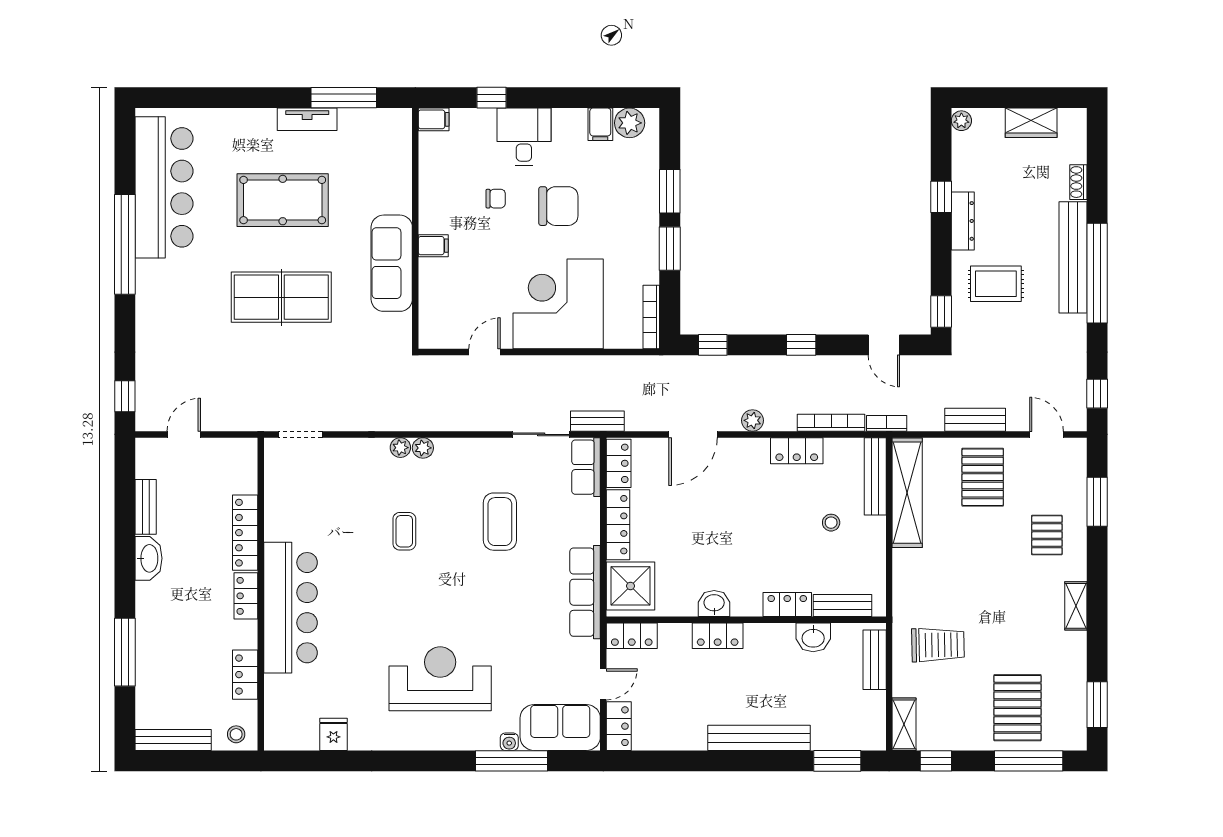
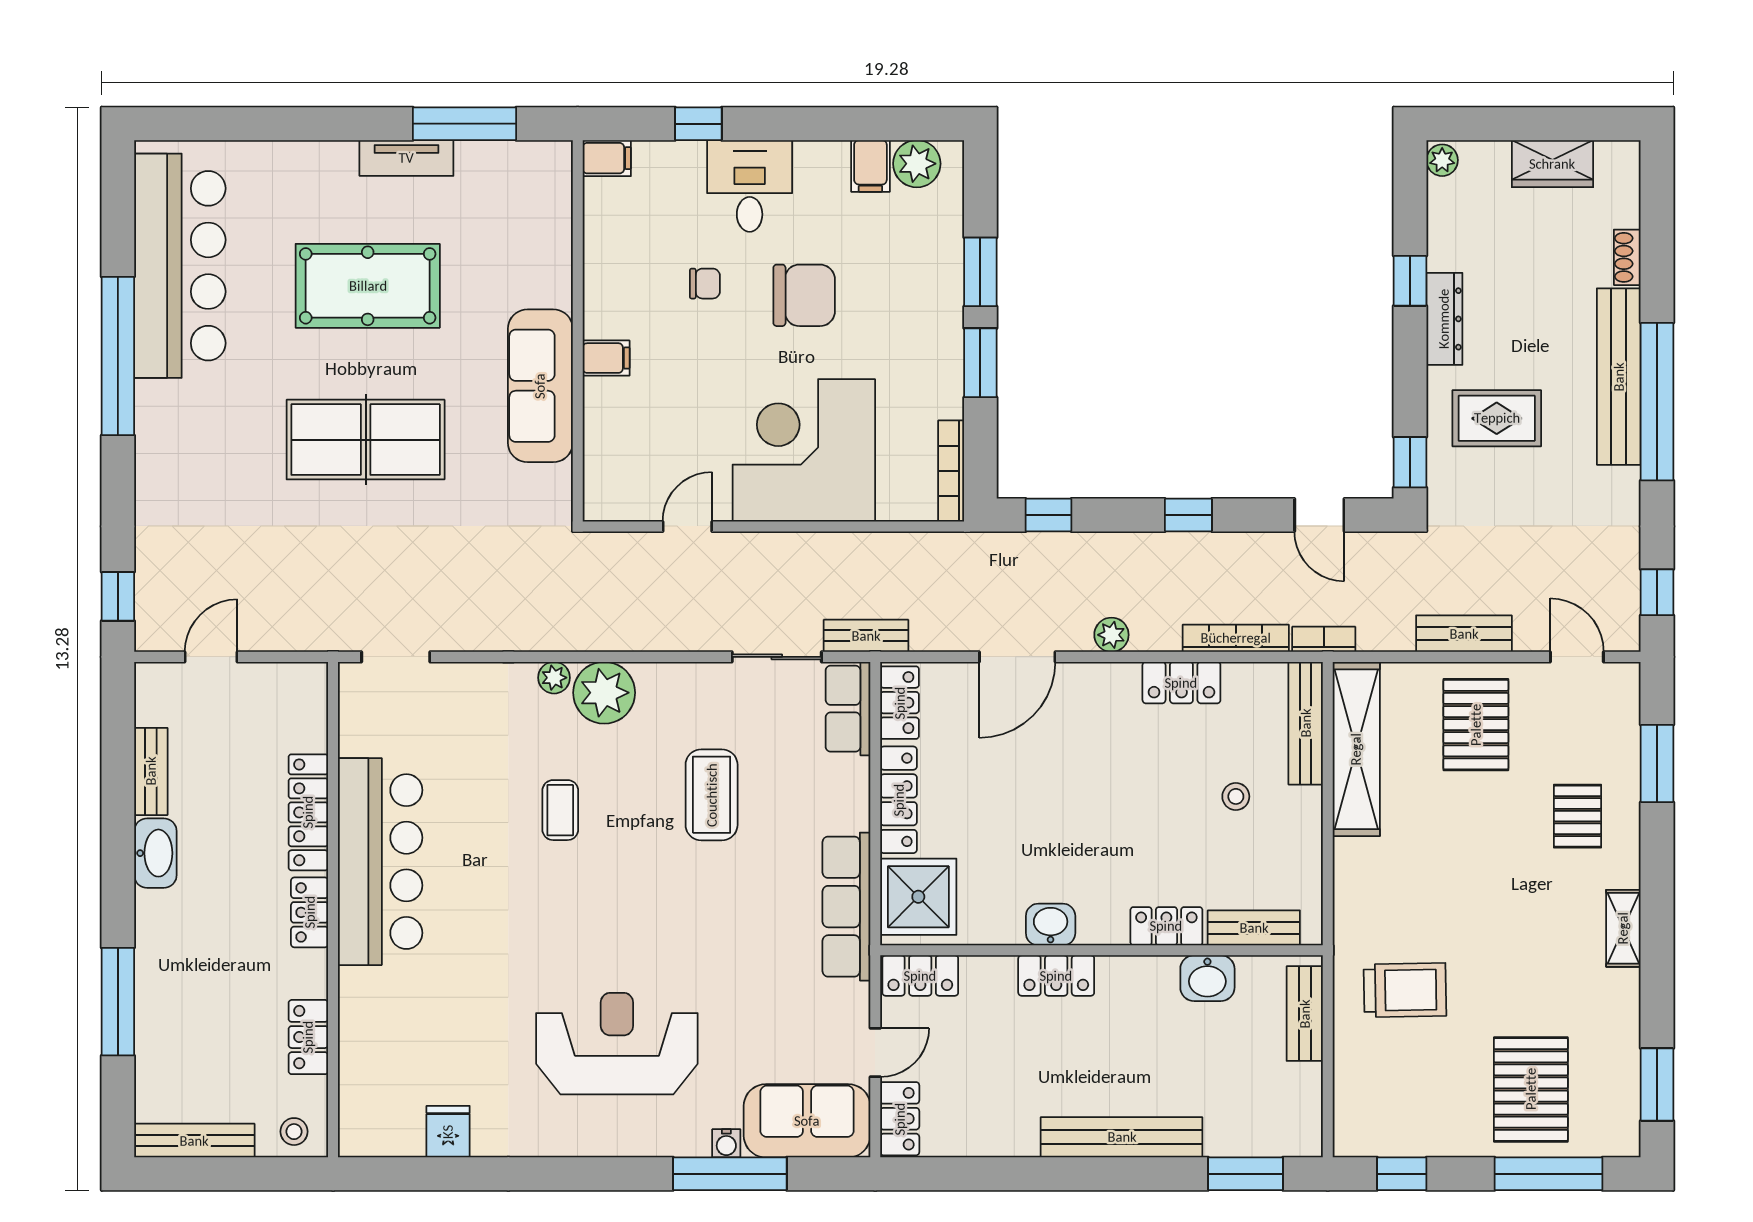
plant: (423, 448) -> (604, 693), width x1.87, depth x1.87
bar counter: (291, 608) -> (380, 862), moved
shelving: (904, 724) -> (1351, 1116), removed

